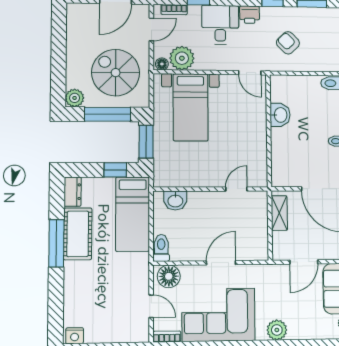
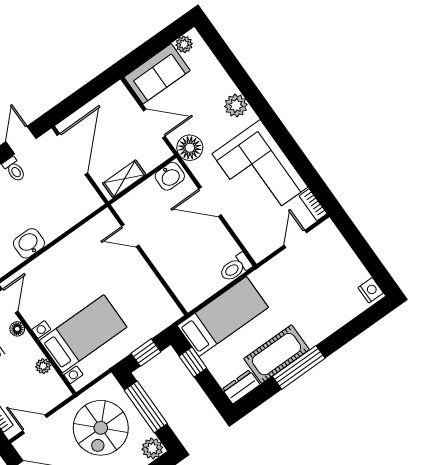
plant: (182, 58) -> (43, 366), width x0.53, depth x0.53
floor lamp: (162, 64) -> (17, 329), moved
window: (146, 142) -> (146, 353), width x0.67
washbasin: (175, 200) -> (170, 176), moved, turned 90
floor lamp: (169, 276) -> (190, 148), moved

